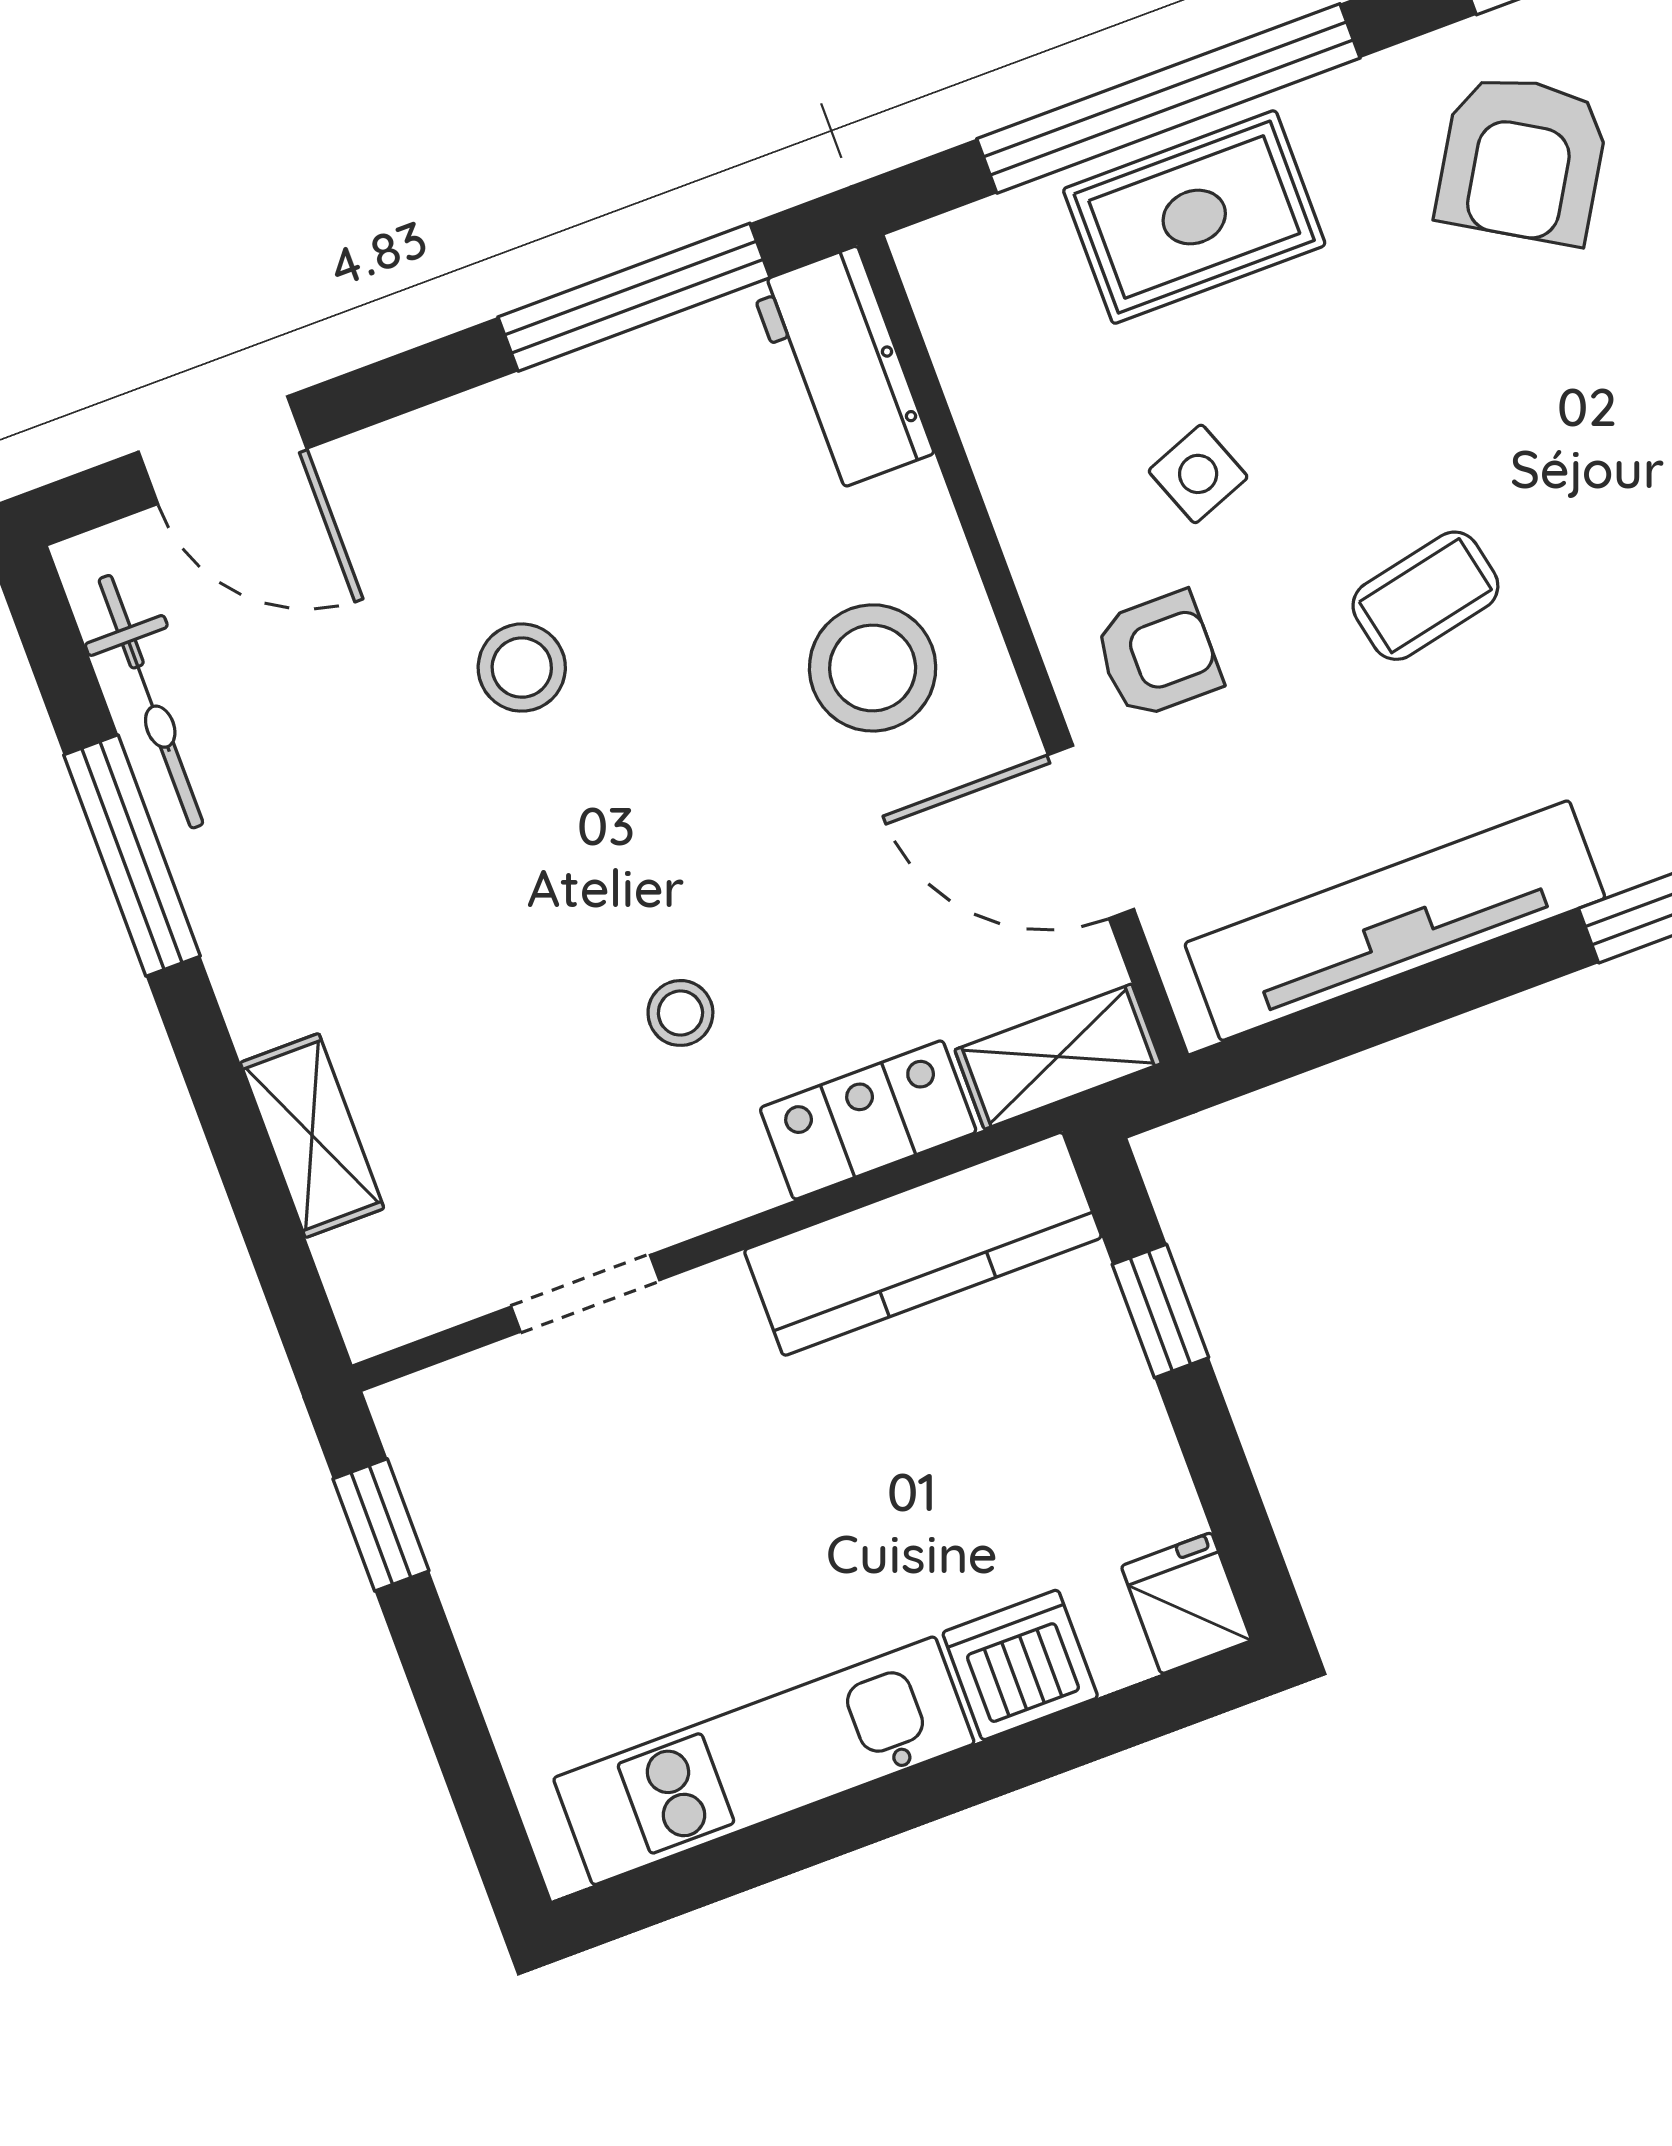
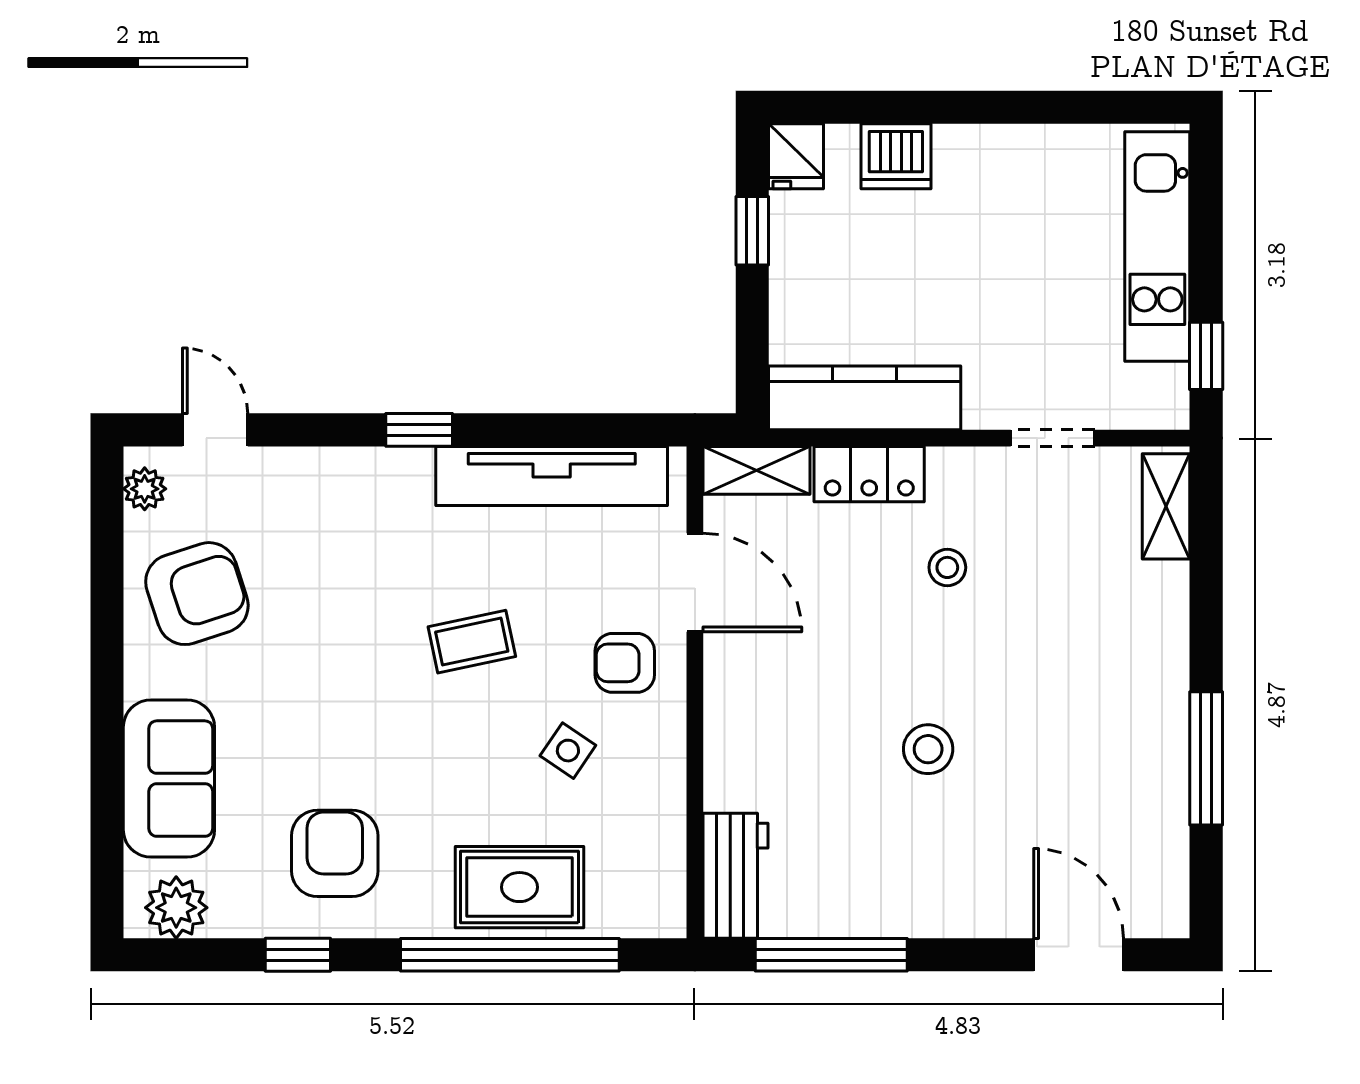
armchair: (1522, 159) -> (335, 853), turned -31
side table: (1198, 474) -> (568, 751), turned -35
stool: (522, 668) -> (928, 749), moved
stool: (873, 668) -> (778, 712), removed
bicycle: (151, 702) -> (1166, 836), removed
shelving: (312, 1135) -> (1166, 506), moved
window: (1160, 1311) -> (752, 231), moved
kitchen unit: (764, 1761) -> (1157, 247), moved, turned 90

